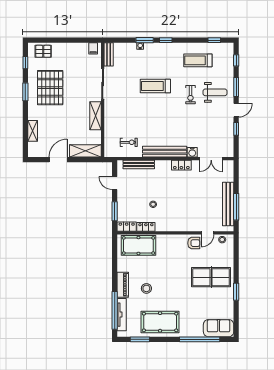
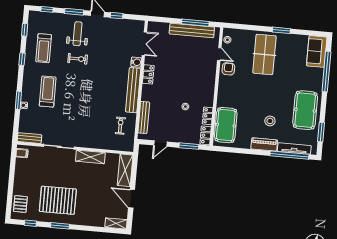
window: (166, 40) -> (22, 59), moved
treadmill: (155, 86) -> (48, 92), moved, turned 180
shelving: (33, 131) -> (116, 223), moved

